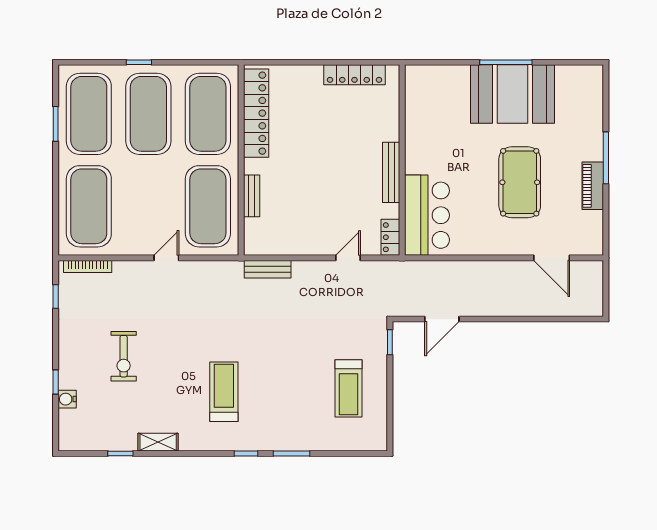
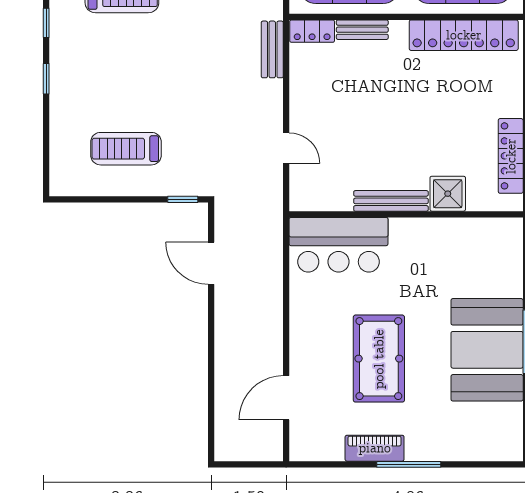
shower: (385, 126) -> (448, 194), added
pool table: (520, 182) -> (379, 359), turned 90
locker: (390, 237) -> (312, 31), moved, turned 180
window: (292, 454) -> (46, 79), width x0.67

